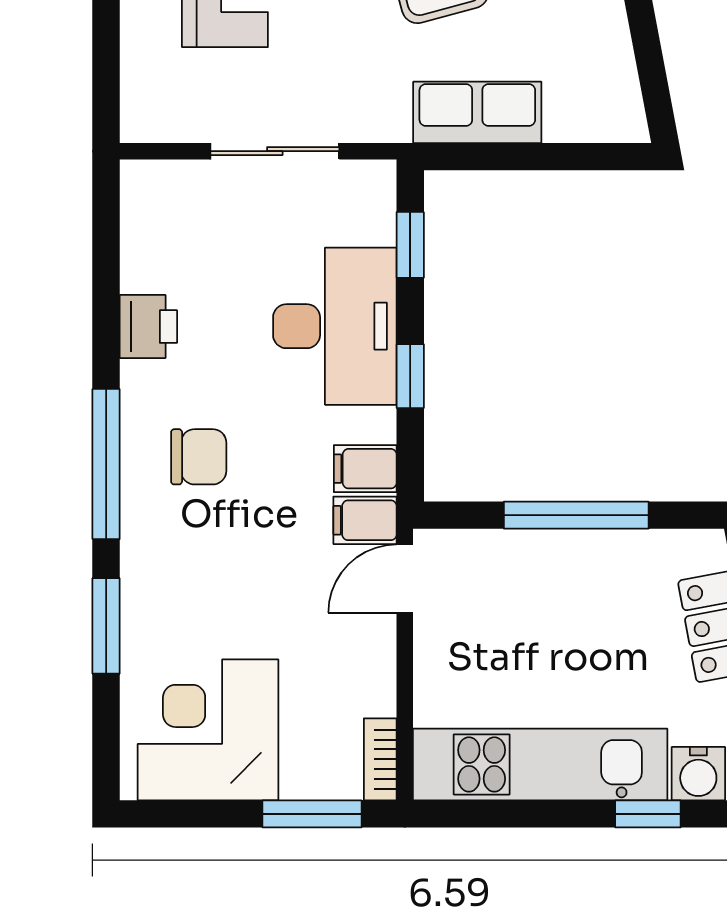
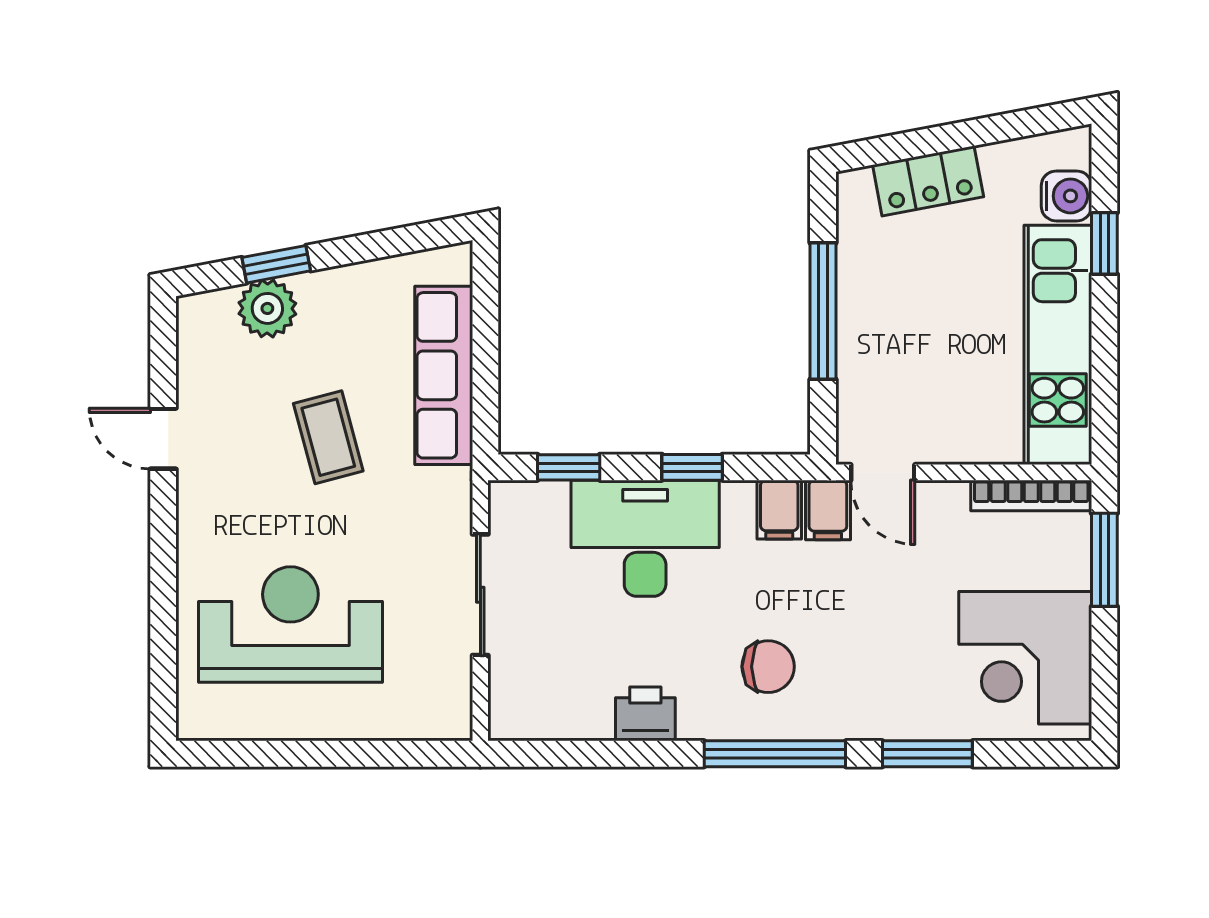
row of seats: (477, 112) -> (444, 375), width x1.48
chair: (199, 457) -> (768, 667), turned 90
bookcase: (380, 759) -> (1031, 496), width x1.56

